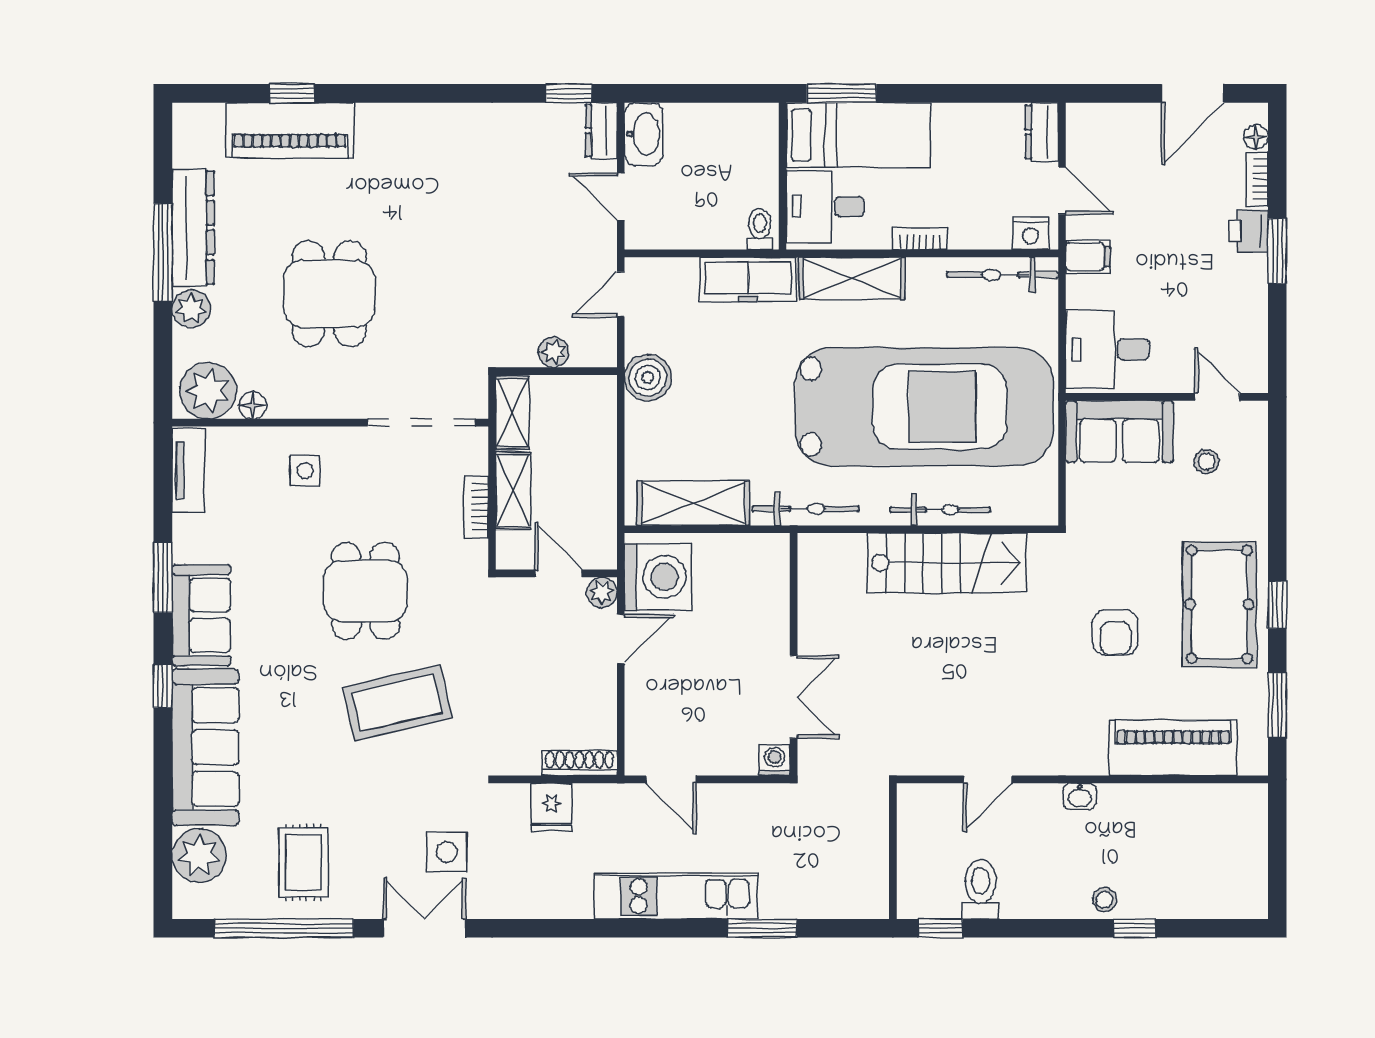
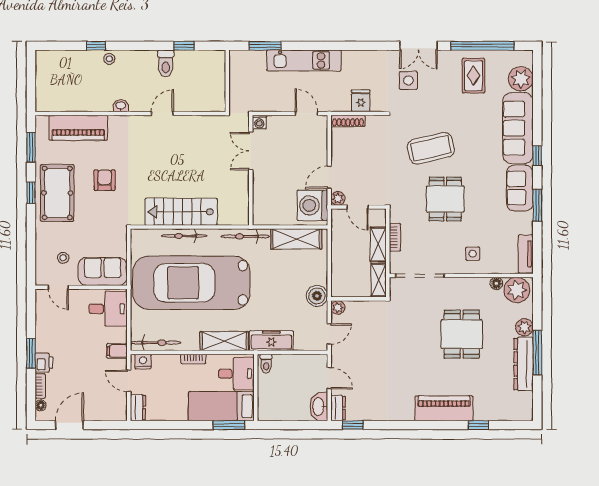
piano: (290, 130) -> (444, 408), moved
plant: (554, 352) -> (338, 308), moved
wall: (893, 851) -> (227, 81), moved

